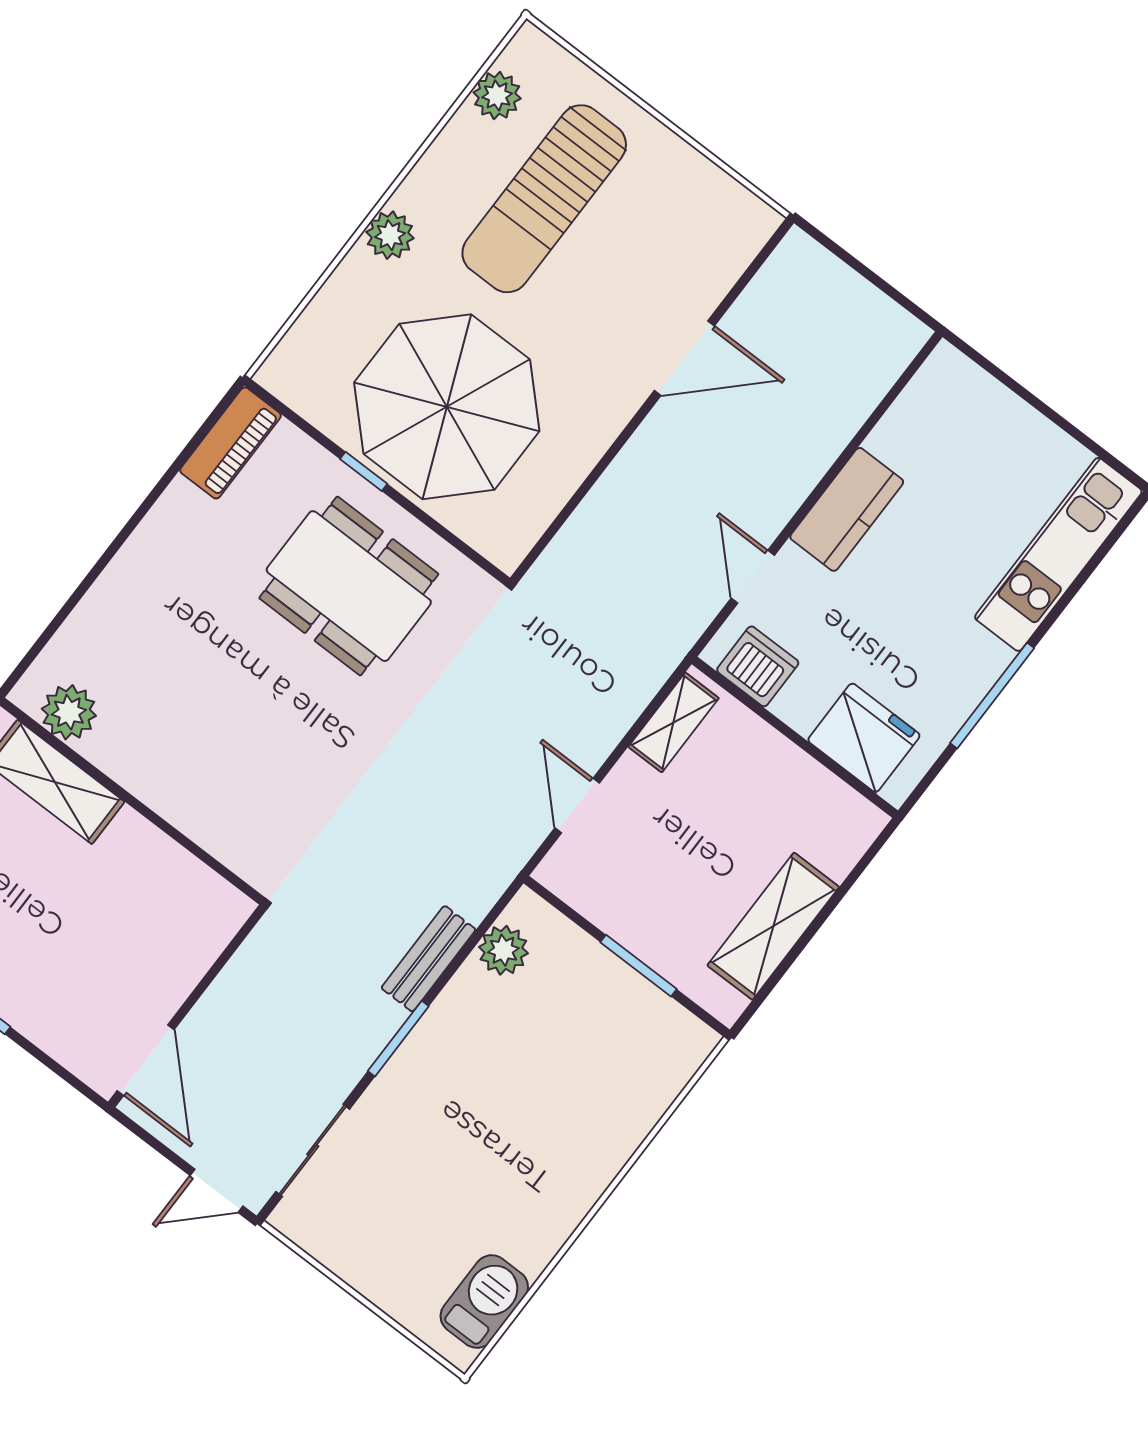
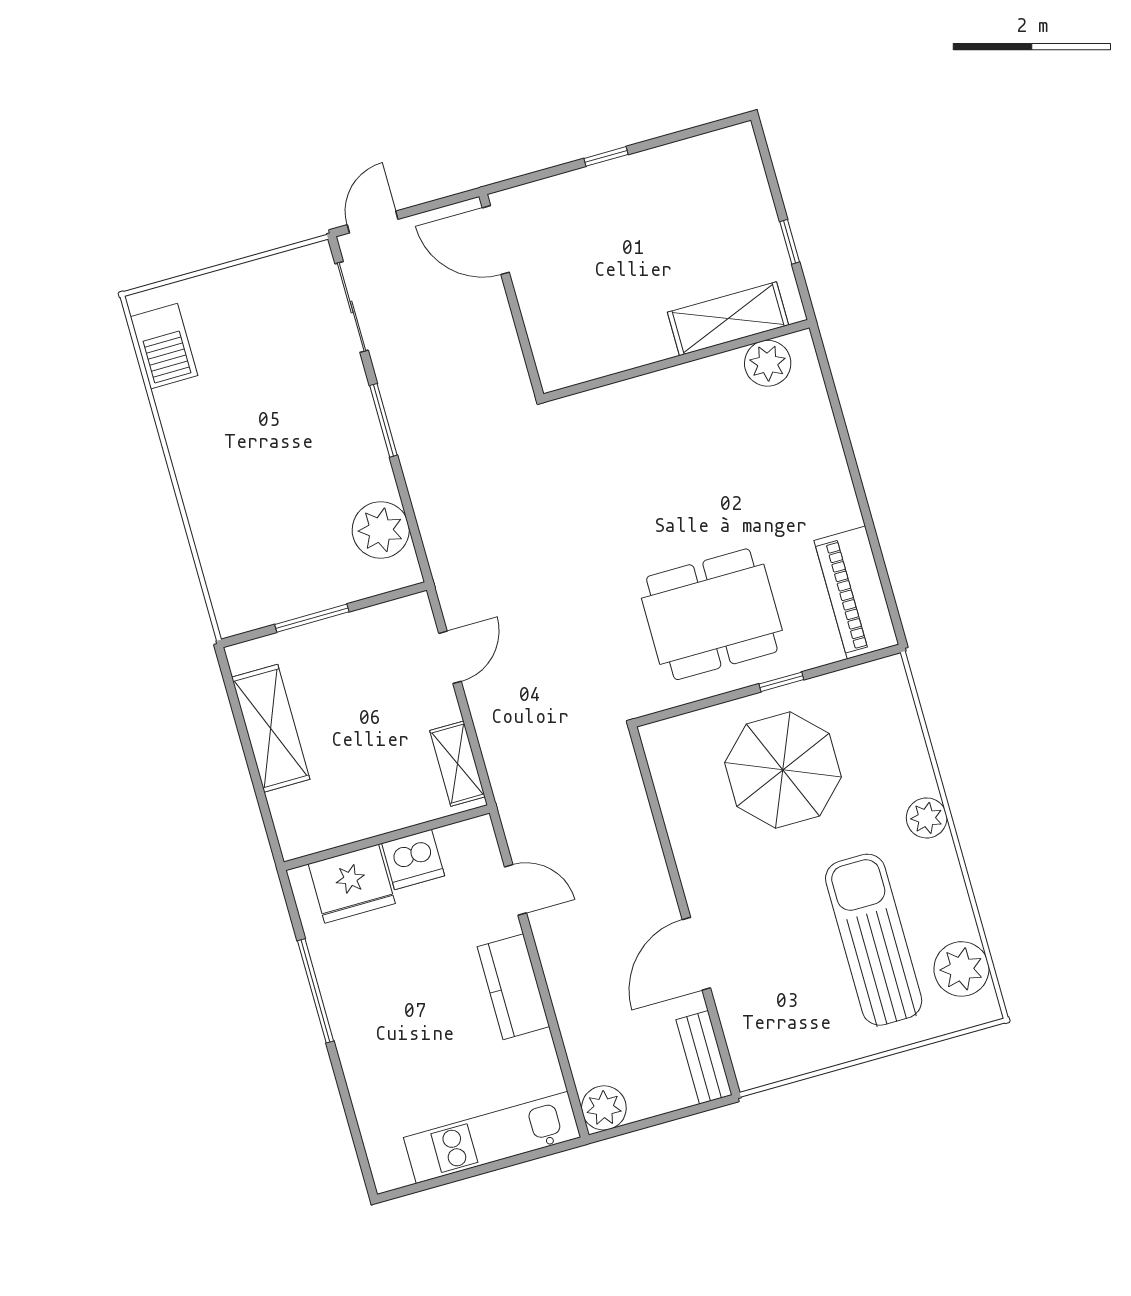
plant: (497, 95) -> (961, 969), width x1.36, depth x1.36
plant: (898, 336) -> (604, 1108), added
parasol: (447, 407) -> (783, 770), width x0.73, depth x0.73
piano: (230, 443) -> (856, 593), width x1.37, depth x1.33
kitchen unit: (1058, 554) -> (492, 1137), moved, turned -90
dishwasher: (758, 666) -> (413, 859), moved
door: (577, 806) -> (450, 657), hinge flipped
plant: (503, 950) -> (381, 530), width x1.36, depth x1.36
bench: (428, 959) -> (704, 1057), moved

